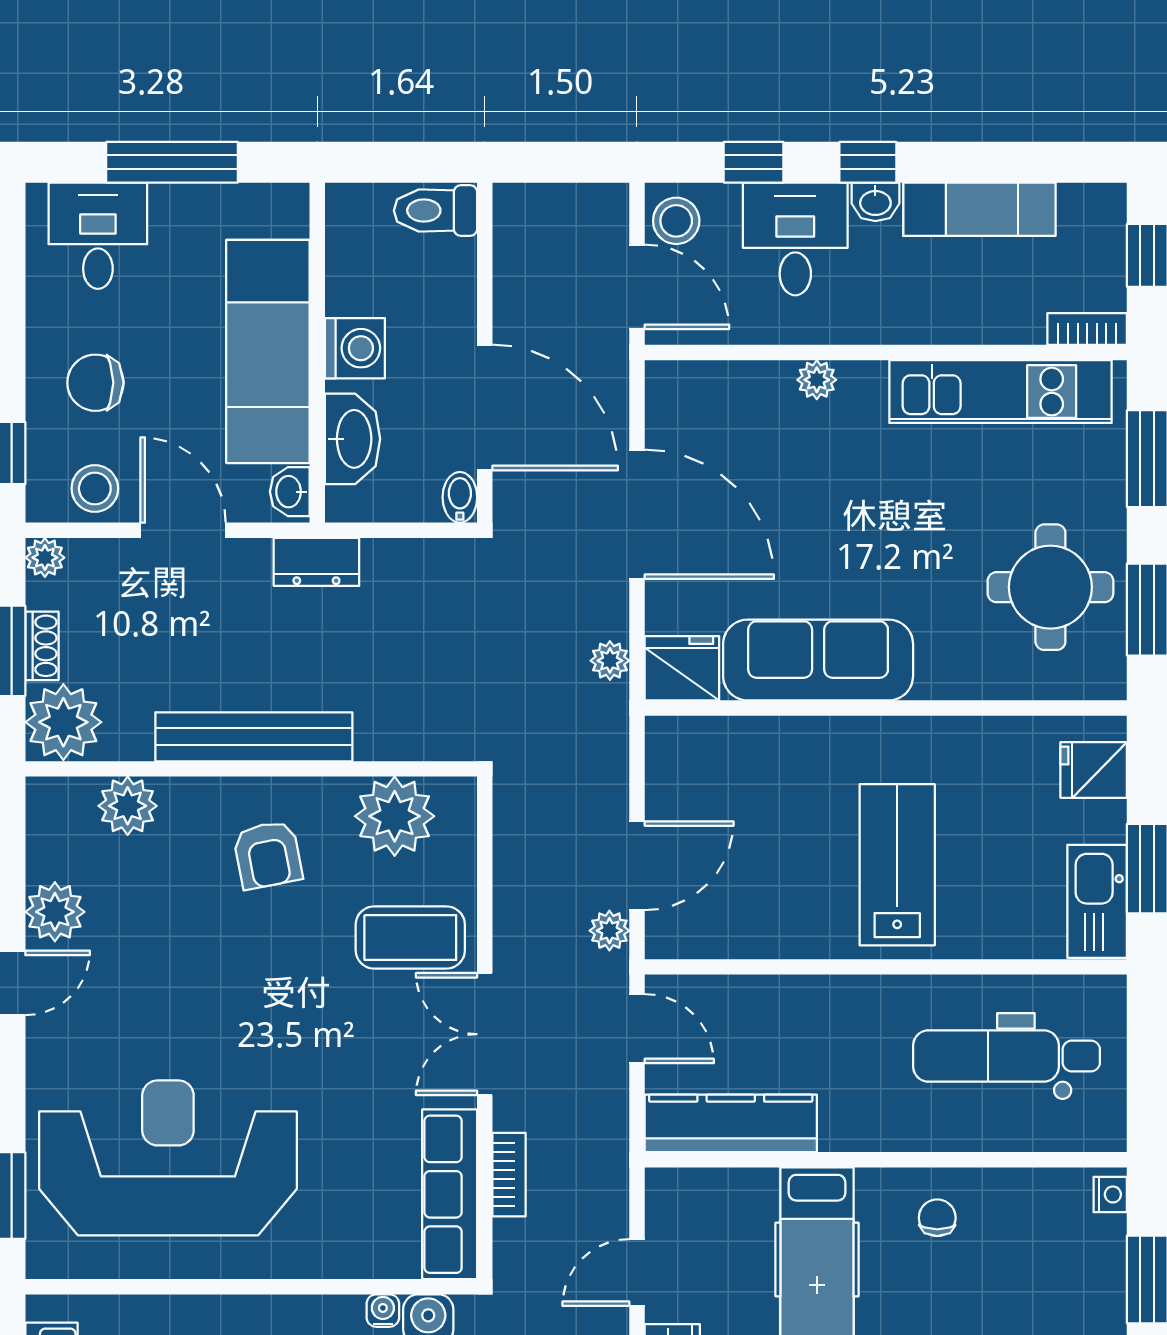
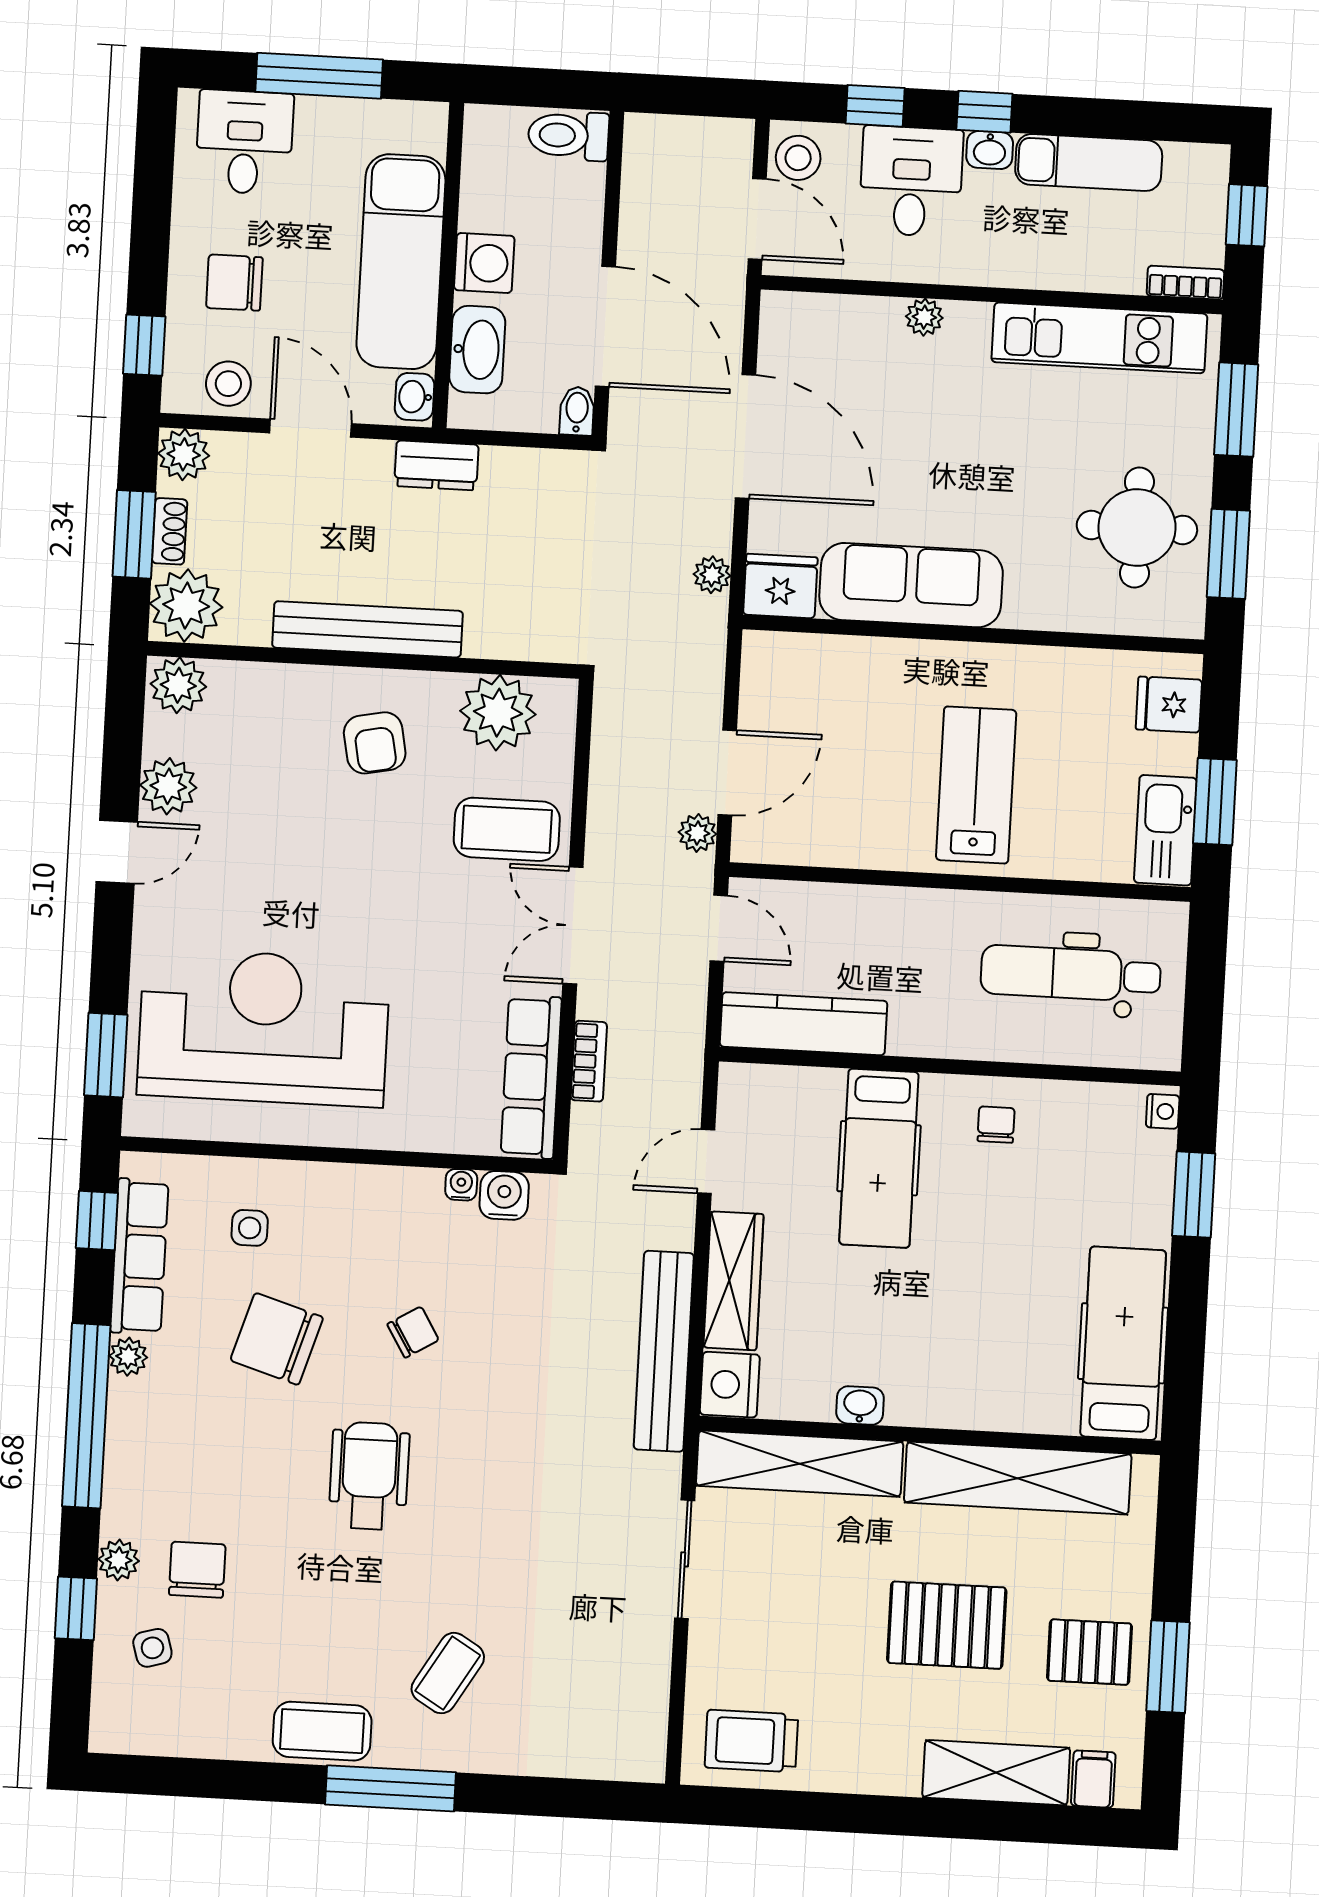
plant: (45, 558) -> (184, 454), width x1.38, depth x1.38
plant: (128, 806) -> (178, 685), moved

